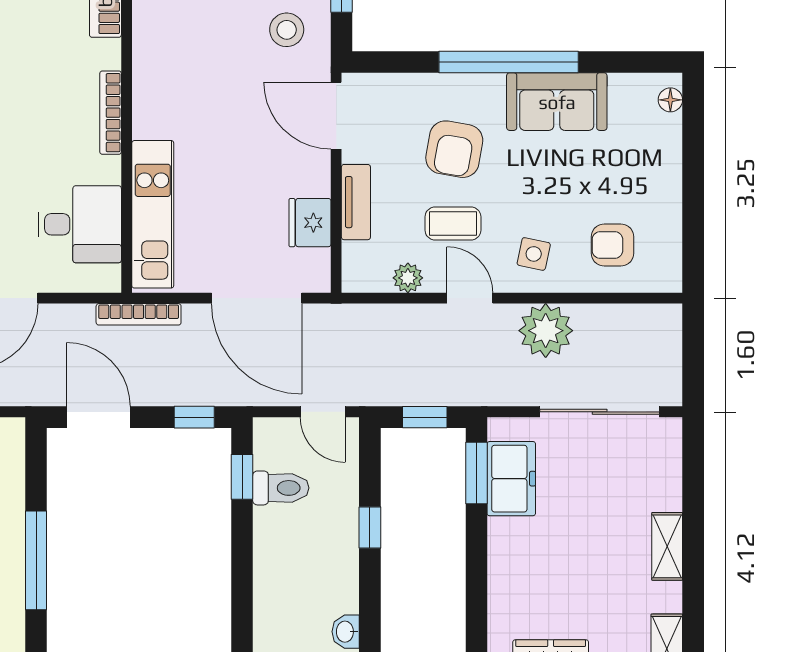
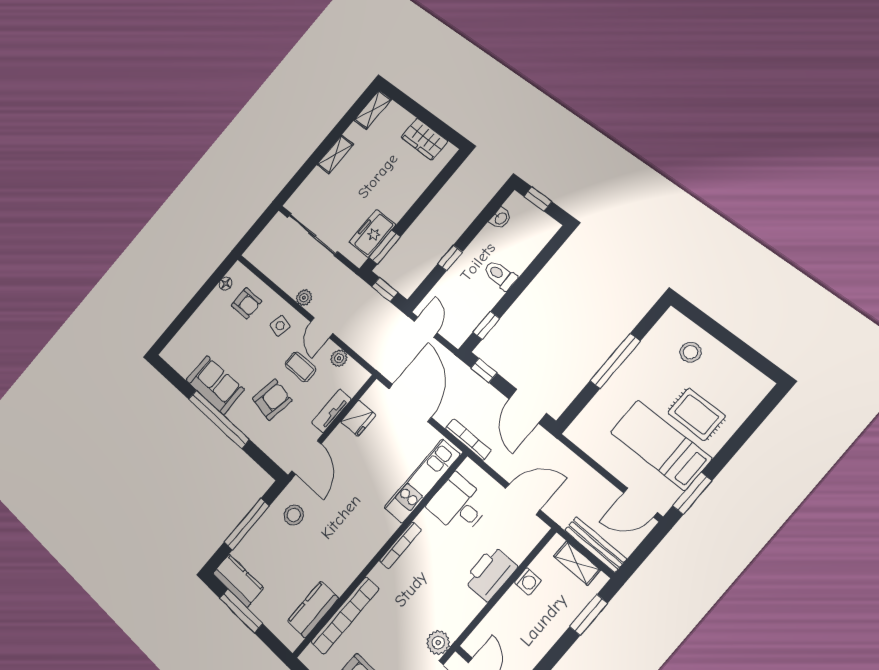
floor lamp: (670, 100) -> (226, 284), moved
plant: (546, 331) -> (304, 298), width x0.53, depth x0.53
toilet: (281, 488) -> (500, 275), moved

